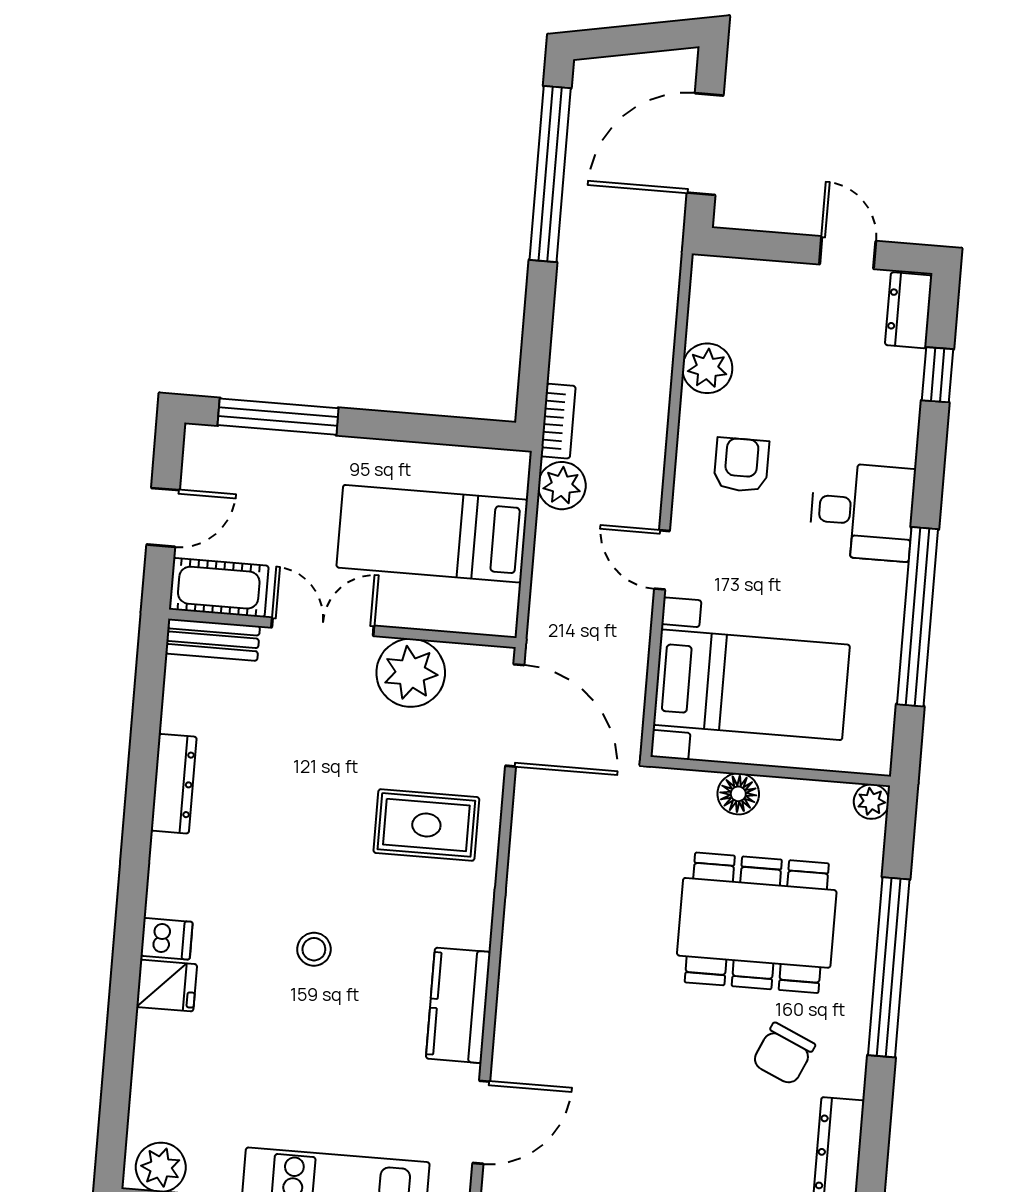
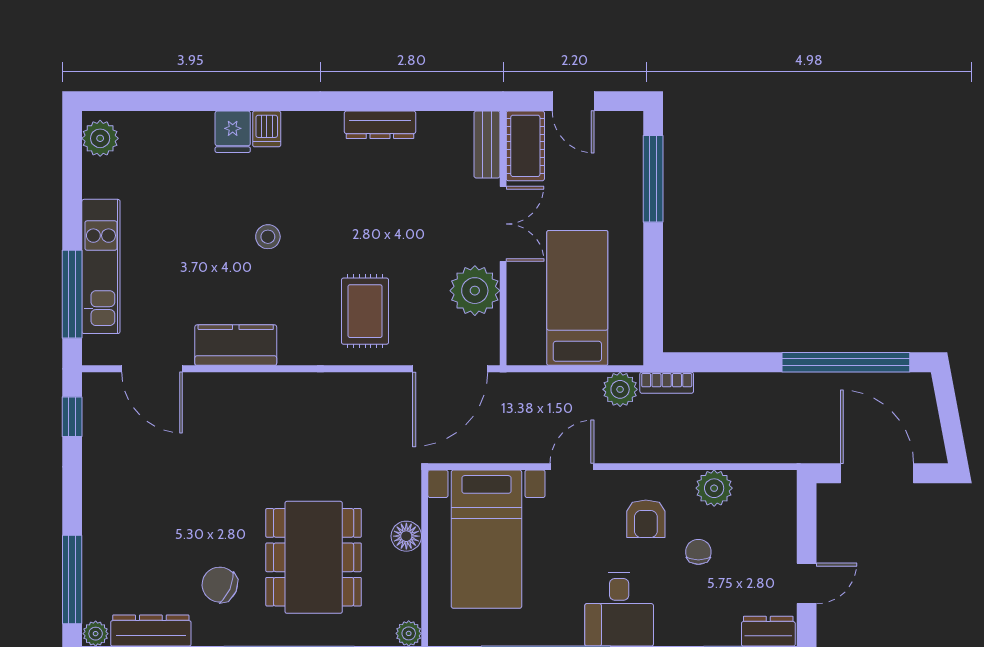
chair: (793, 397) -> (698, 552), added
armchair: (741, 465) -> (646, 519), turned 90

